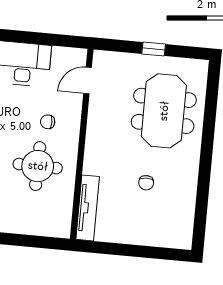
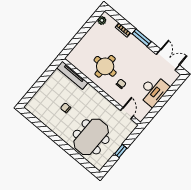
meeting table: (164, 111) -> (91, 137), turned 90

